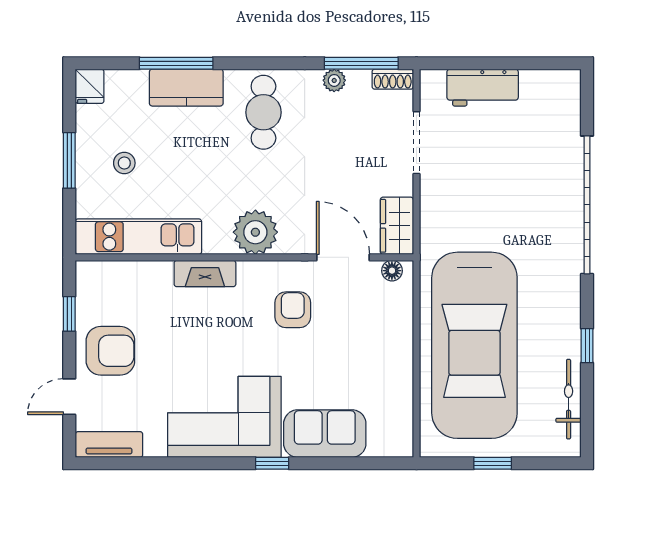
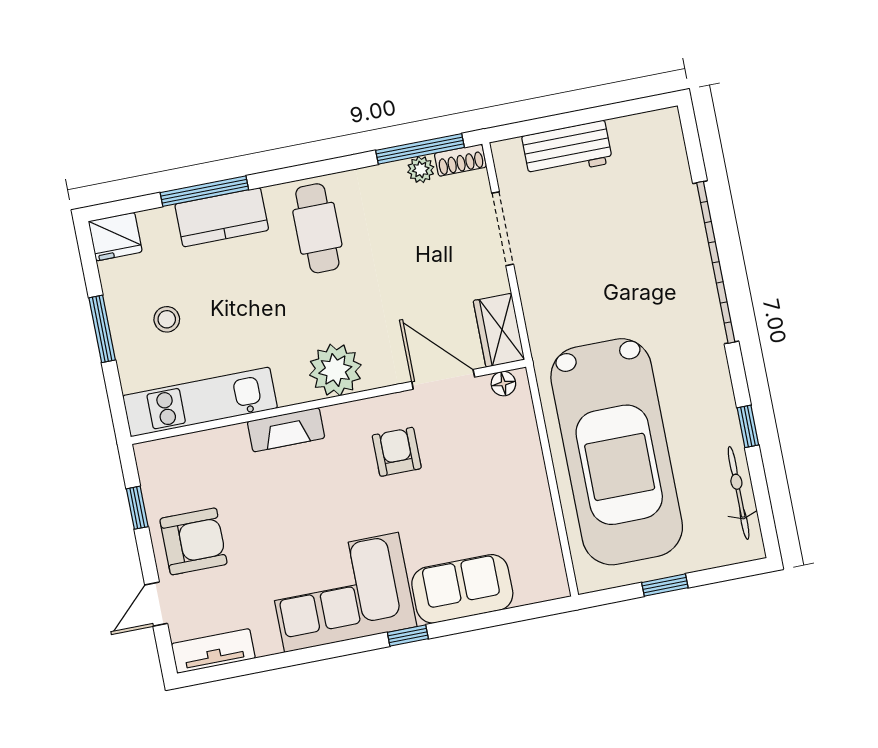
plant: (334, 80) -> (421, 170), moved
fridge: (90, 86) -> (115, 237), width x1.38

